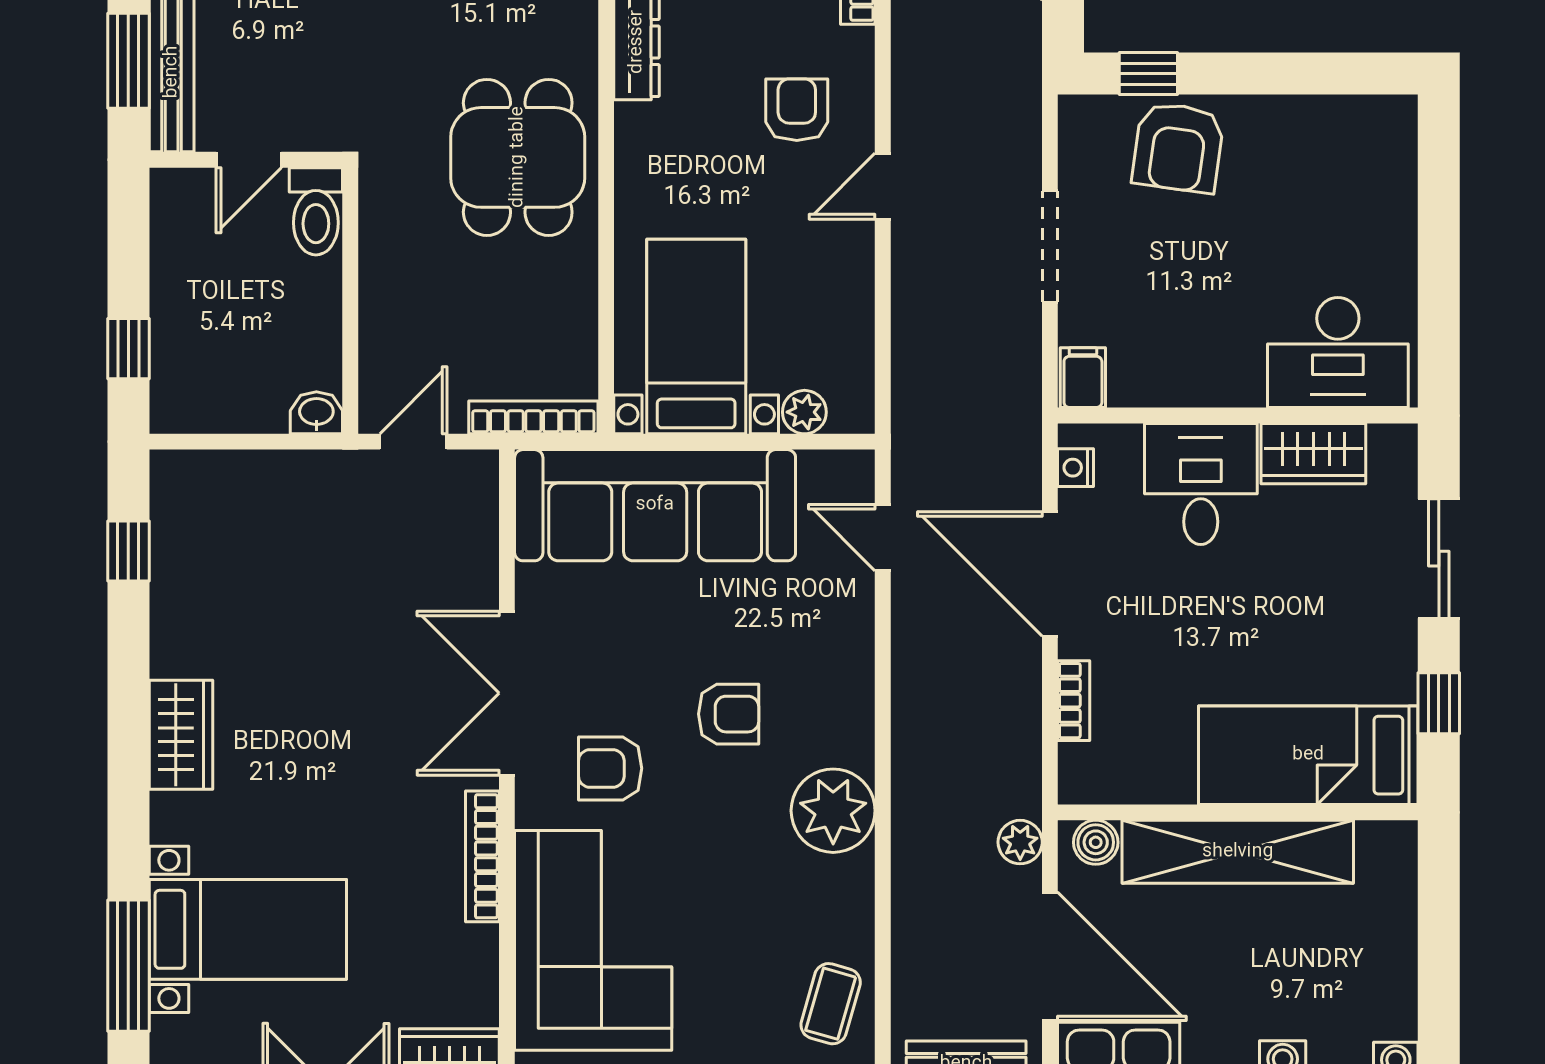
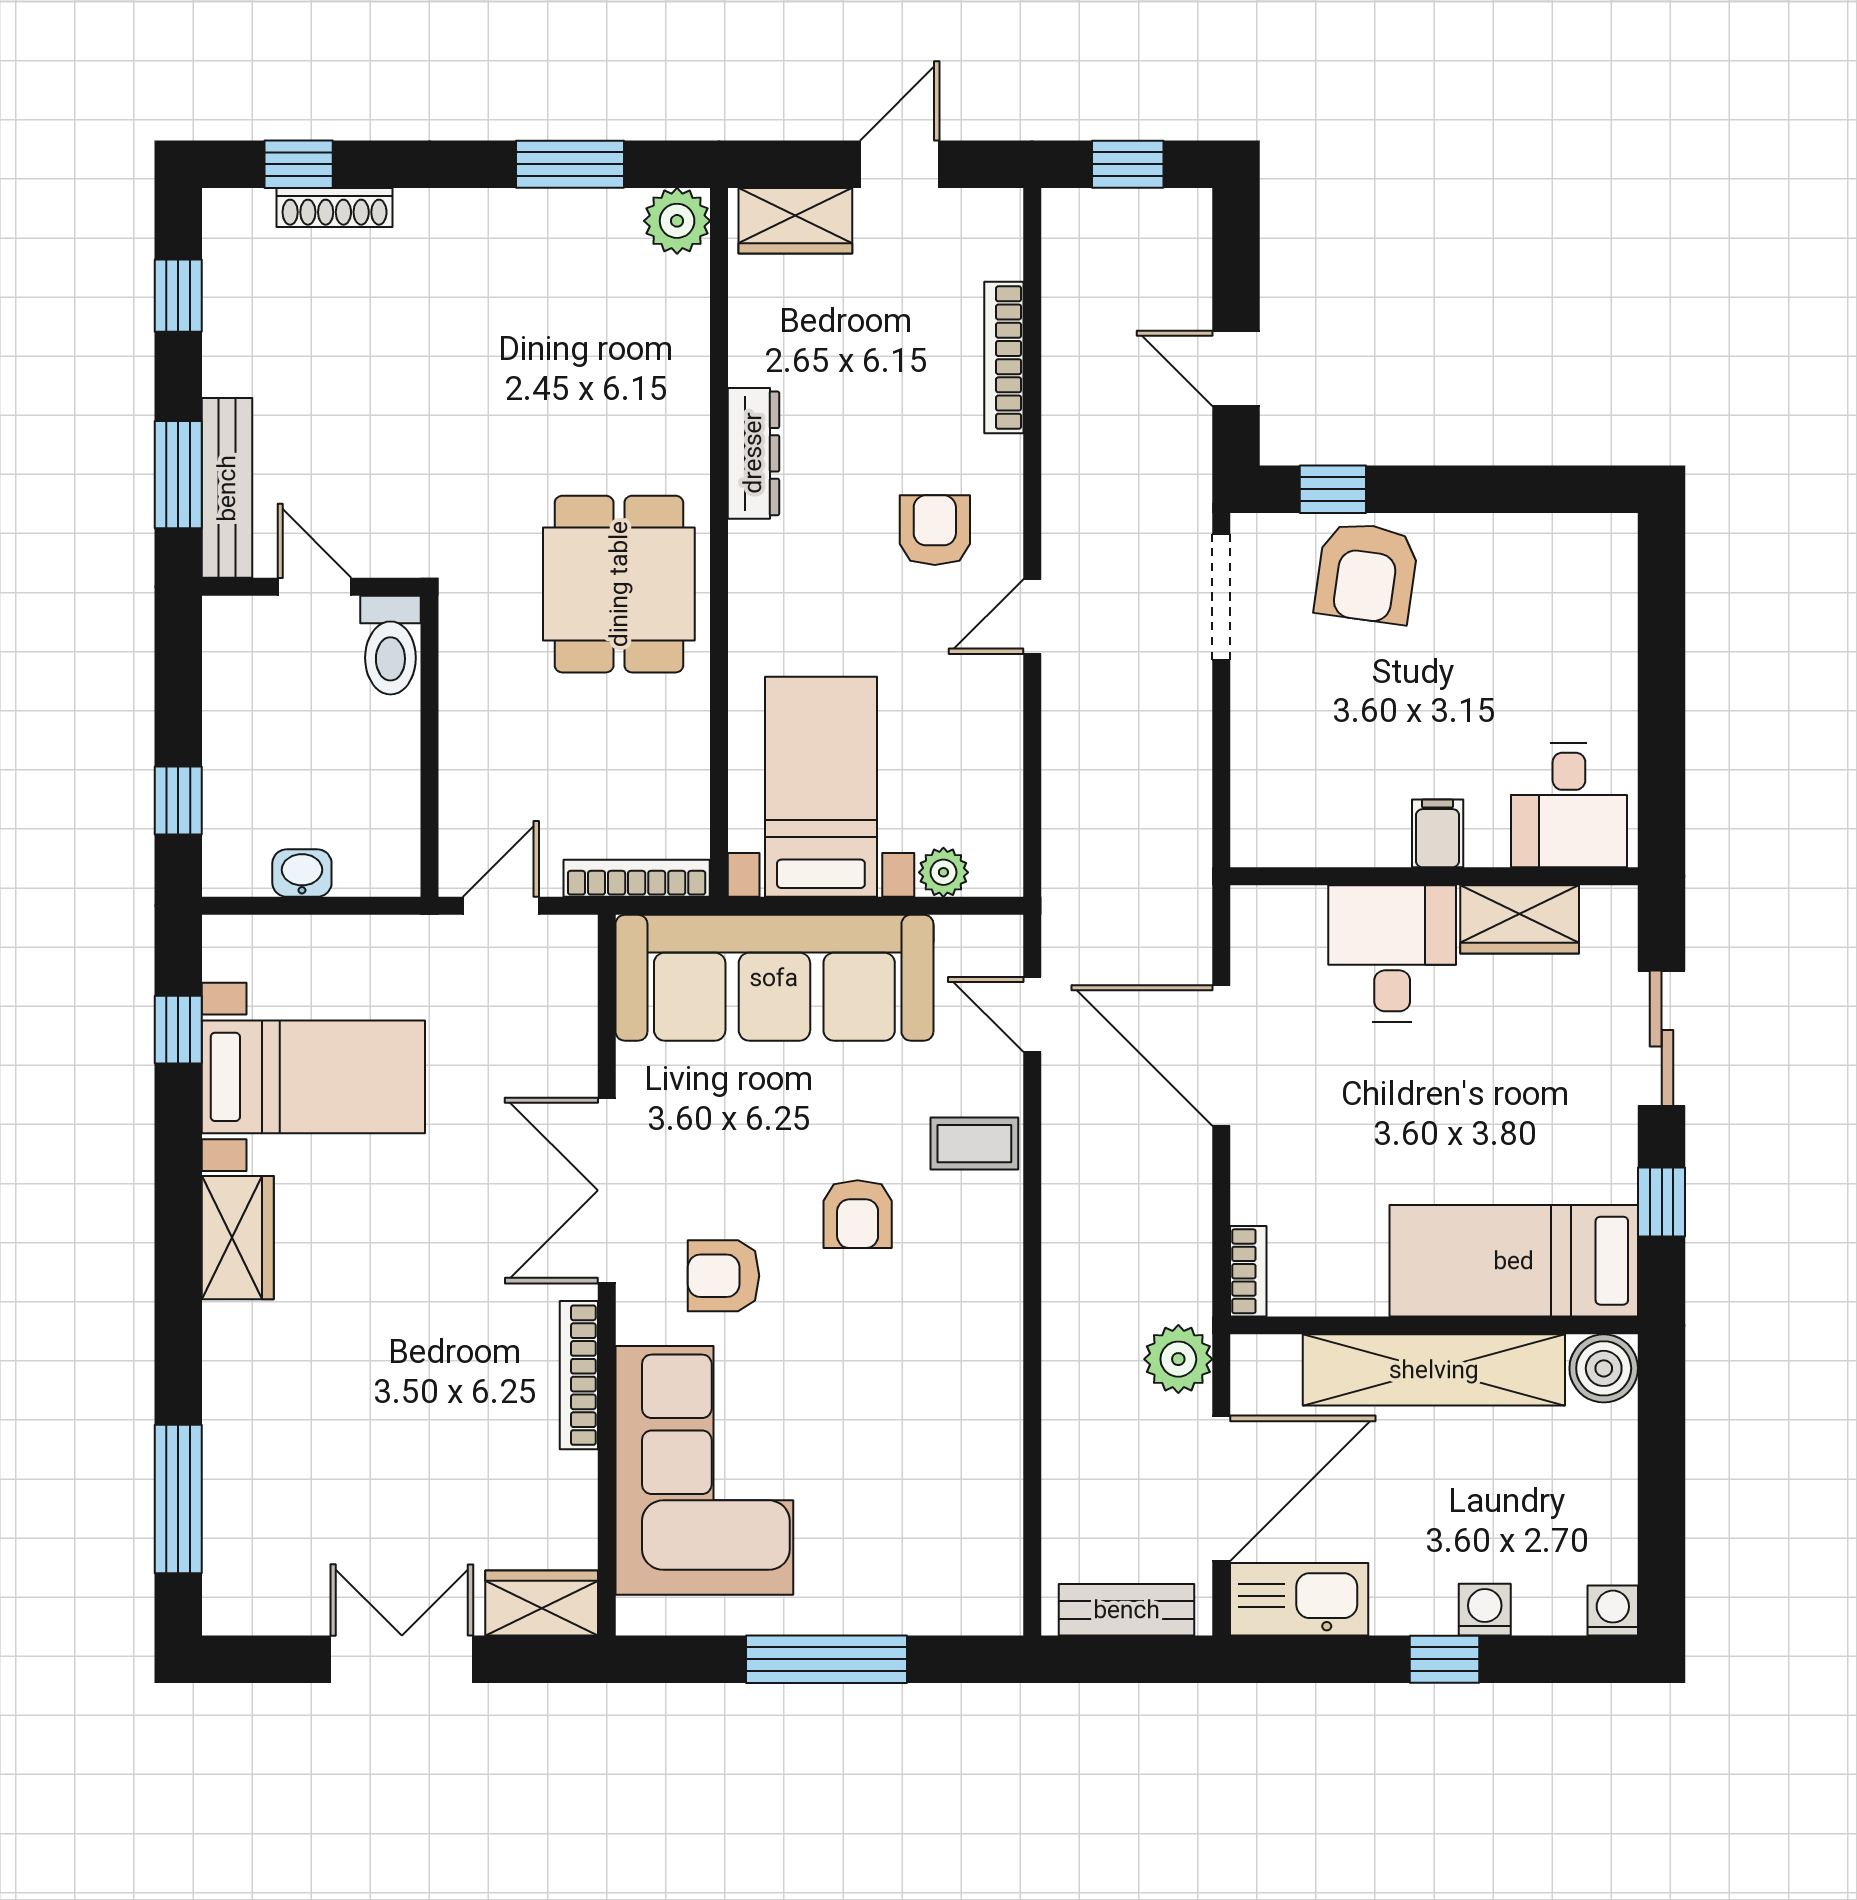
door: (249, 160) -> (314, 587), swing flipped
doorway: (1050, 246) -> (1221, 597), moved
desk: (1338, 353) -> (1569, 805), width x0.73
filing cabinet: (1083, 378) -> (1438, 833), moved
washbasin: (316, 413) -> (302, 873), moved
nightstand: (1076, 468) -> (1250, 935), removed
bookcase: (1074, 701) -> (1248, 1271), moved
armchair: (729, 714) -> (858, 1214), turned 90
plant: (833, 811) -> (976, 1323), removed
plant: (1020, 842) -> (1178, 1359), width x1.38, depth x1.38
boiler: (1096, 842) -> (1604, 1368), moved, width x1.36, depth x1.36
bed with nightstands: (248, 929) -> (313, 1077), moved
door: (1050, 956) -> (1221, 1488), hinge flipped
coffee table: (831, 1004) -> (974, 1144), moved, turned 74

